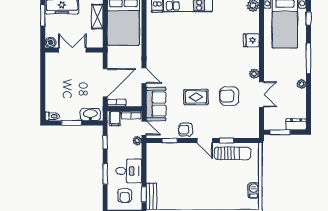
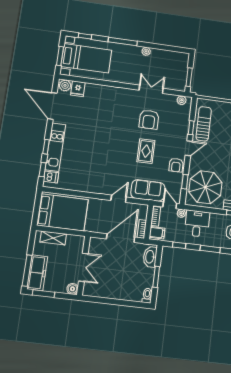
fridge: (251, 40) -> (78, 89), moved
double door: (72, 50) -> (83, 267), swing flipped
plant: (254, 74) -> (182, 100), moved
door: (105, 83) -> (121, 238), hinge flipped
dresser: (296, 124) -> (183, 62), removed
door: (144, 128) -> (170, 205), hinge flipped
parasol: (167, 162) -> (205, 187), added
desk: (129, 171) -> (197, 224), moved

